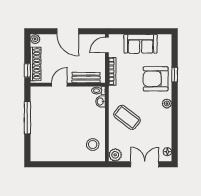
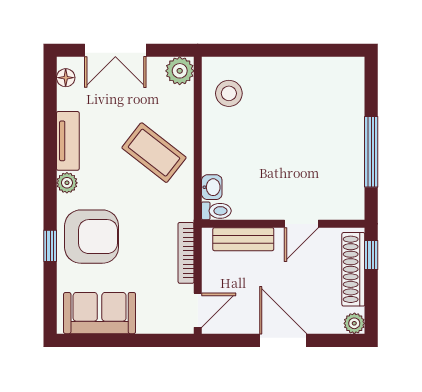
sofa: (141, 44) -> (100, 313), moved
tv unit: (166, 123) -> (68, 141), added

